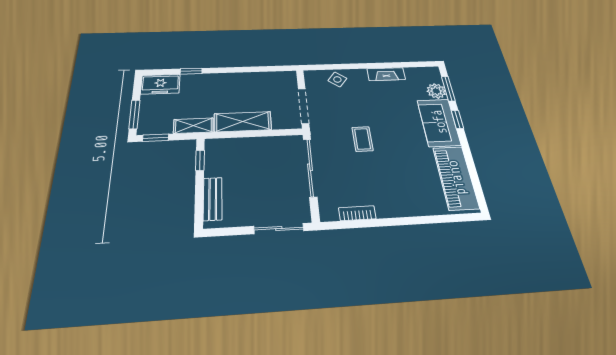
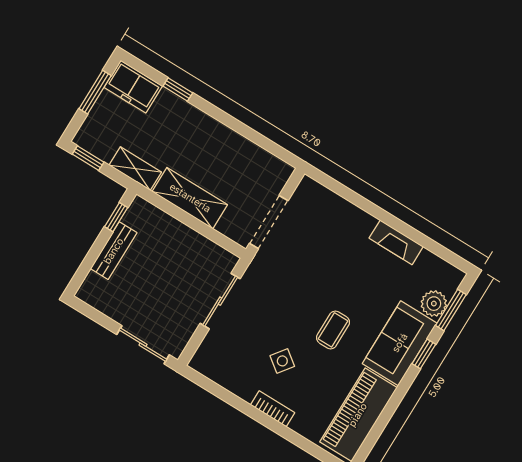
side table: (337, 79) -> (282, 361), moved
window: (134, 114) -> (95, 92), moved
coffee table: (362, 139) -> (333, 330), moved
sliding door: (310, 167) -> (220, 301), width x0.73
bench: (213, 199) -> (114, 251), moved
bookcase: (357, 213) -> (273, 409), moved

